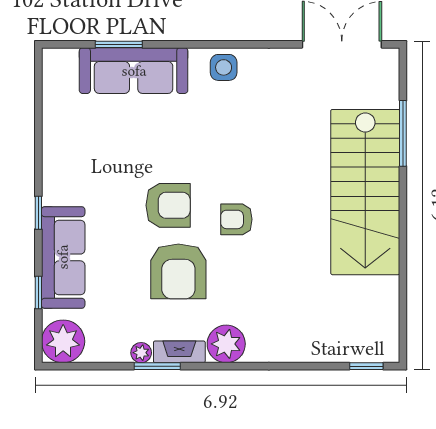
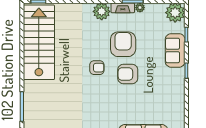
stairs: (365, 192) -> (39, 42), moved
sofa: (63, 257) -> (175, 50), width x0.73

